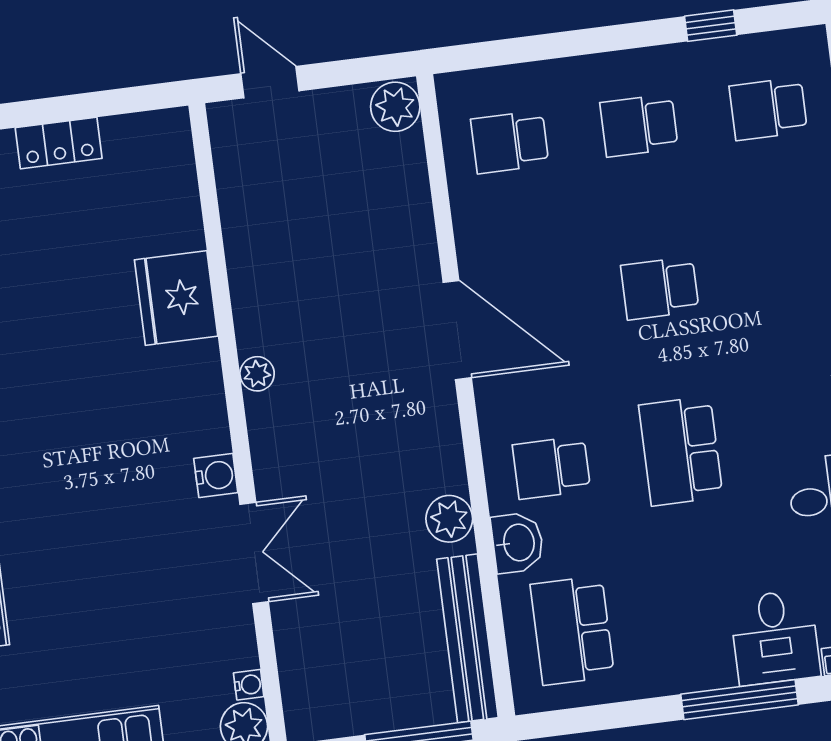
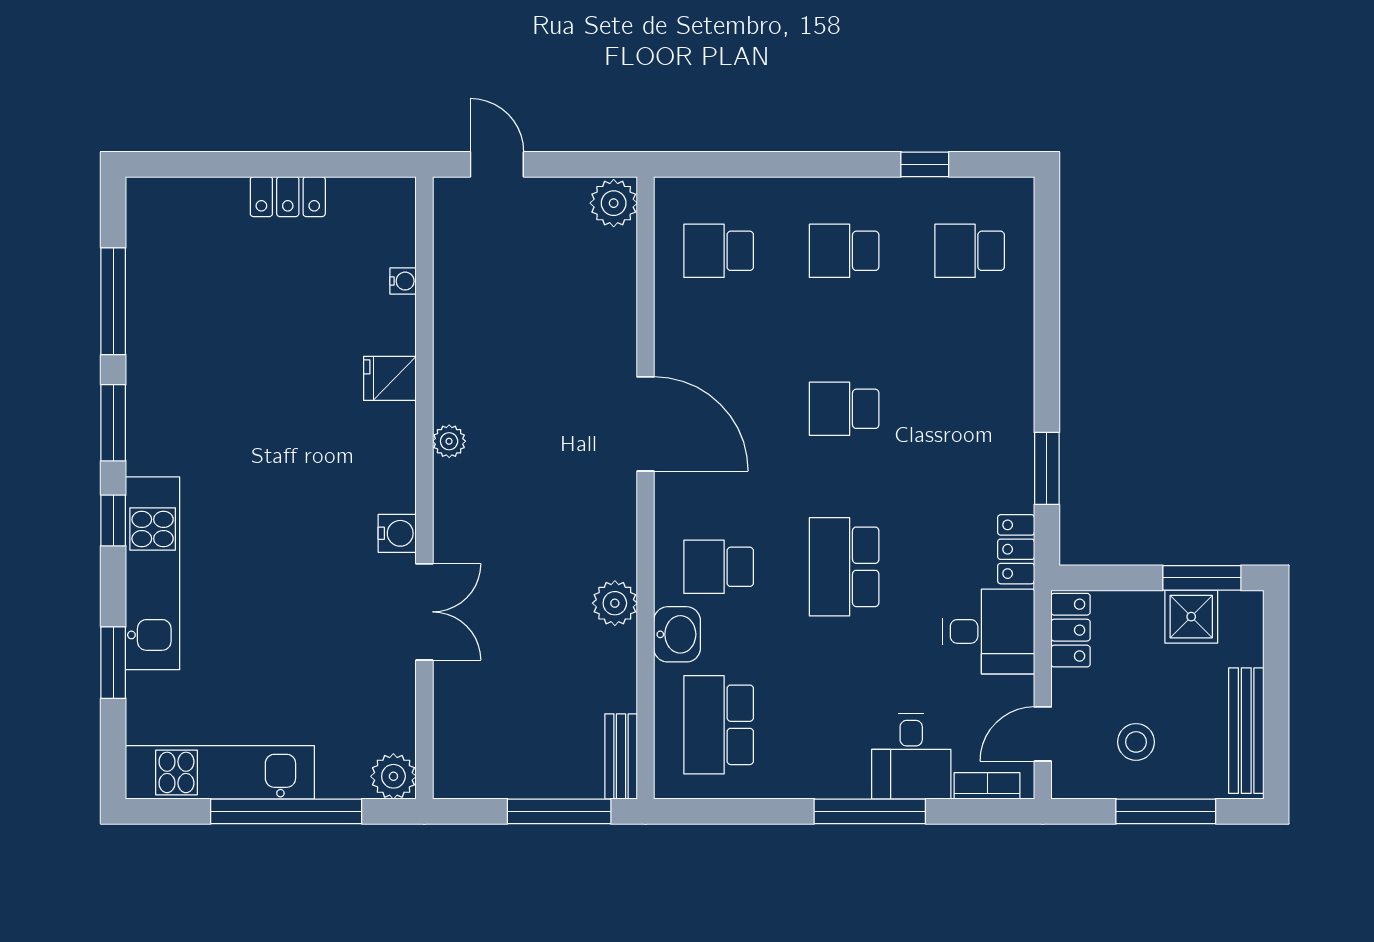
fridge: (176, 298) -> (390, 378), width x0.53, depth x0.75
bench: (467, 638) -> (621, 756), width x0.54, depth x0.82
water cooler: (249, 685) -> (403, 281), moved

